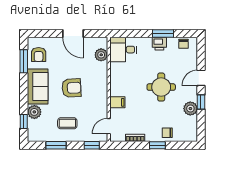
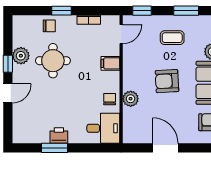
chair: (183, 44) -> (110, 99), moved
plant: (101, 55) -> (131, 99), moved
round table: (161, 87) -> (53, 61), moved

